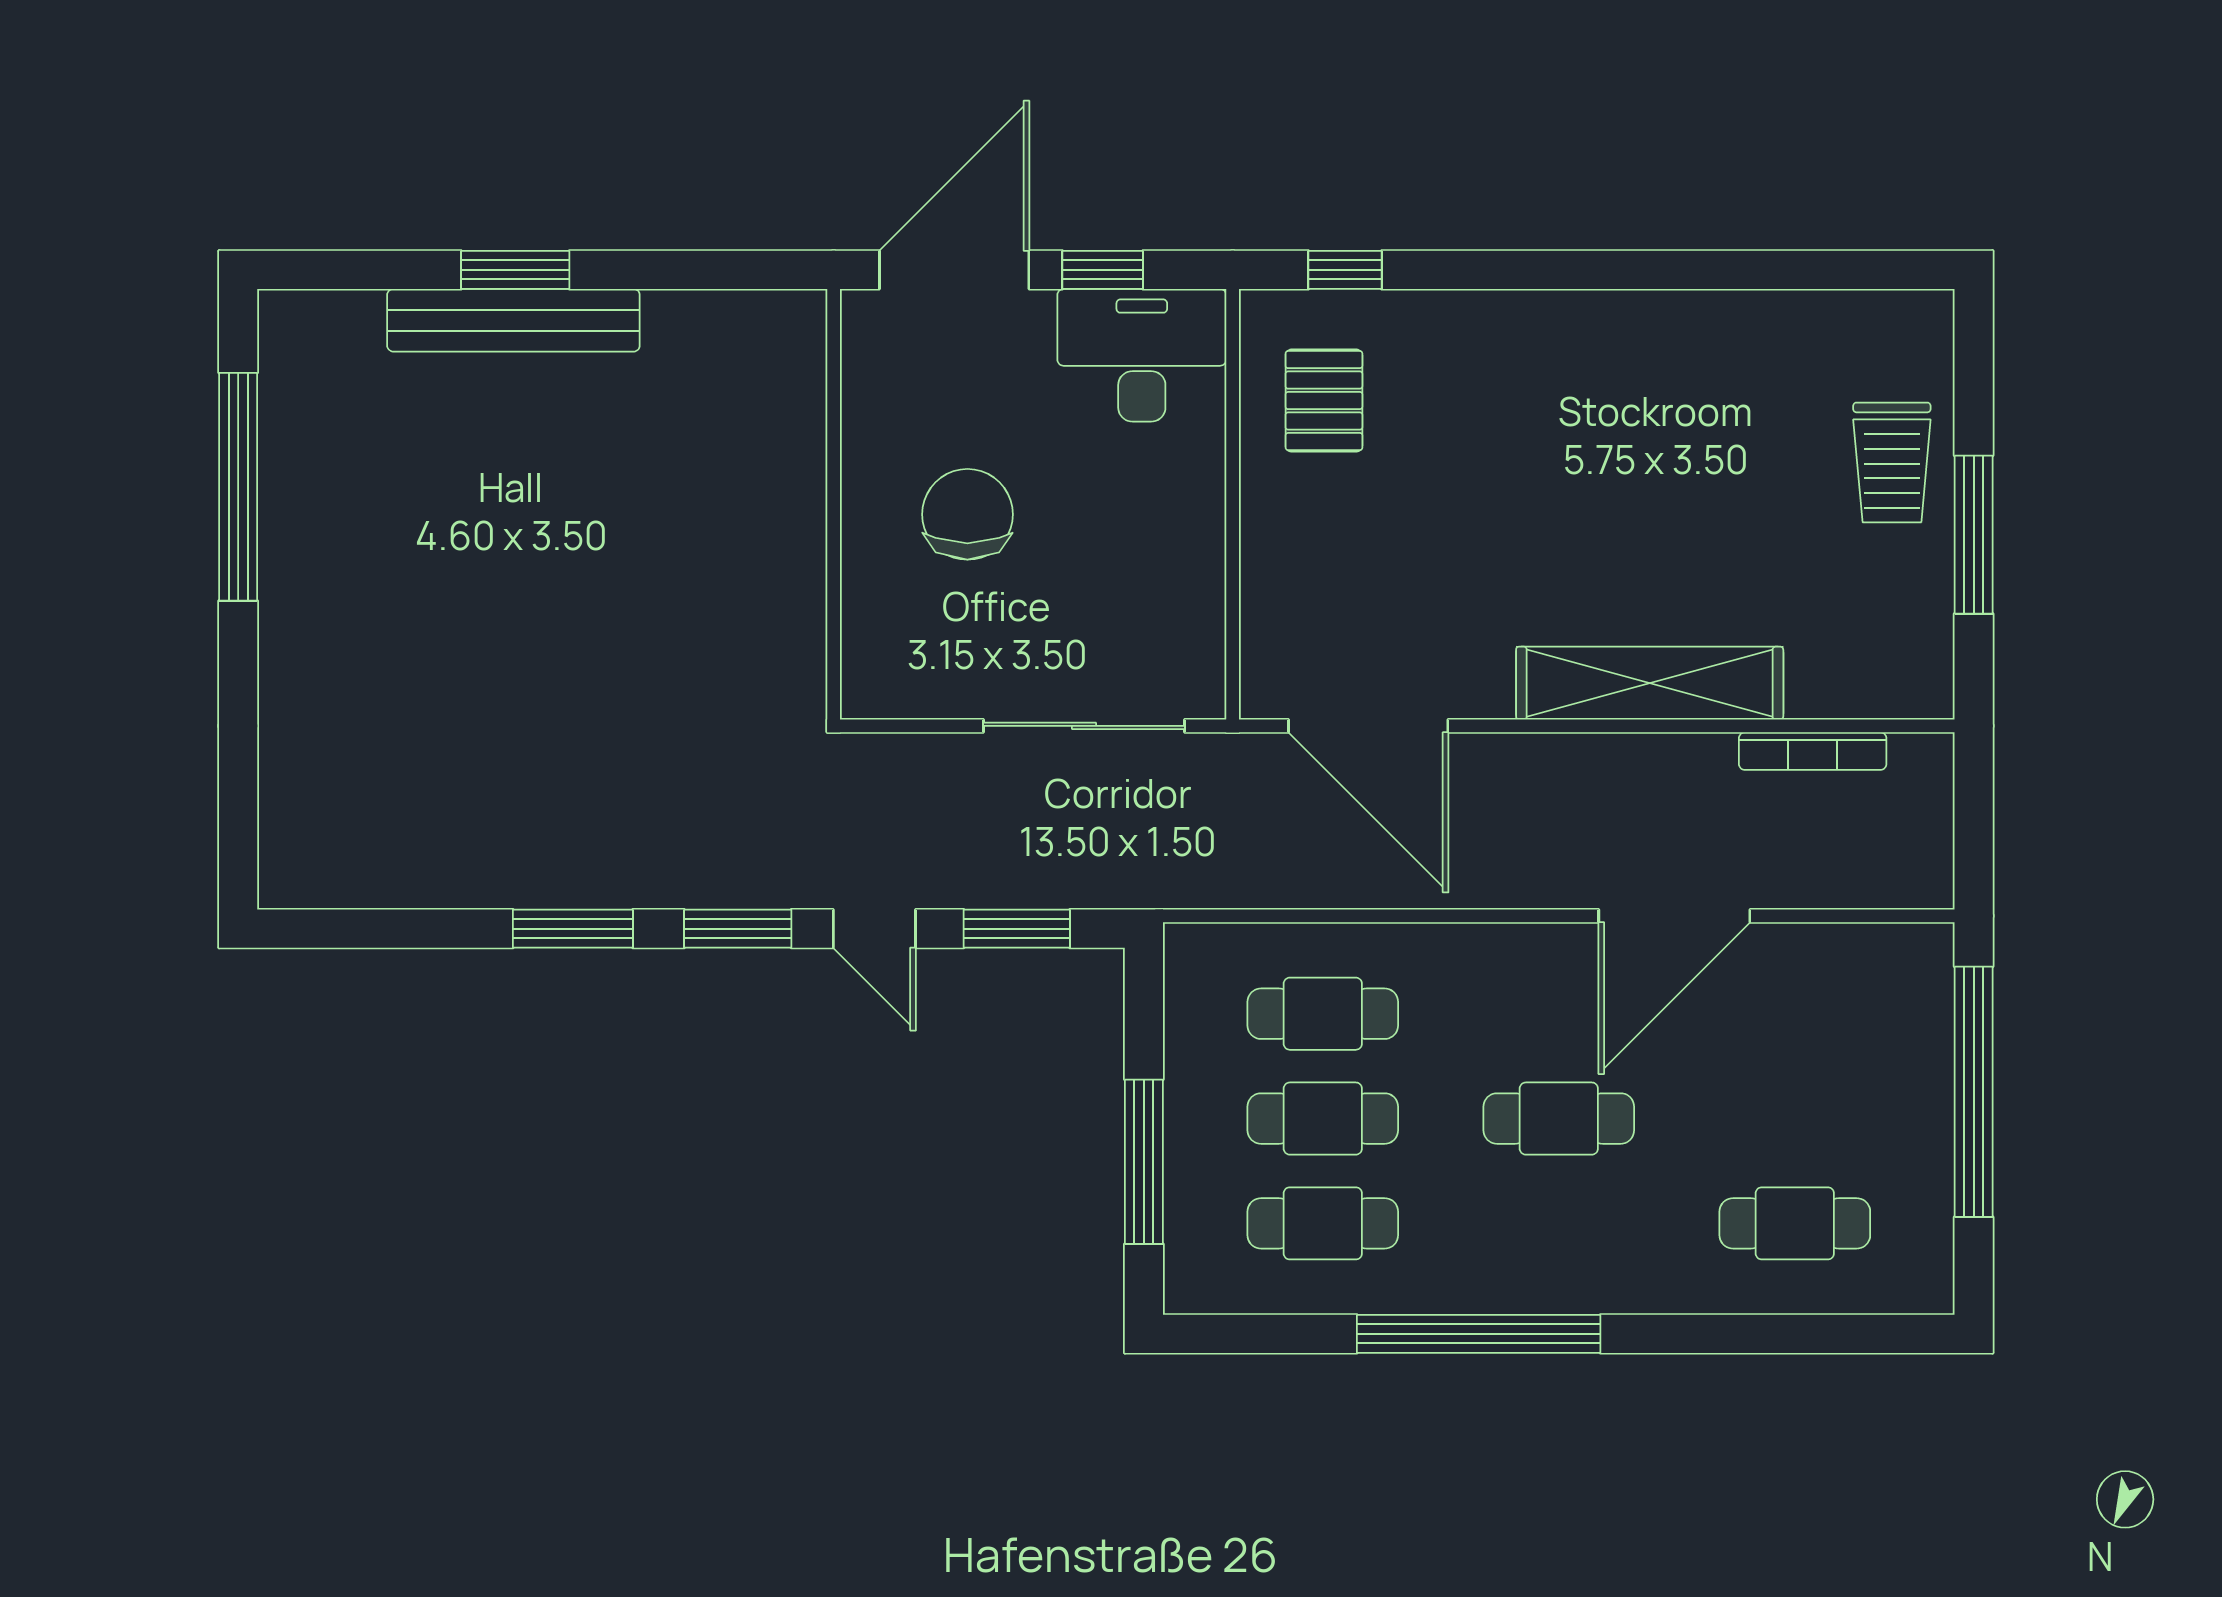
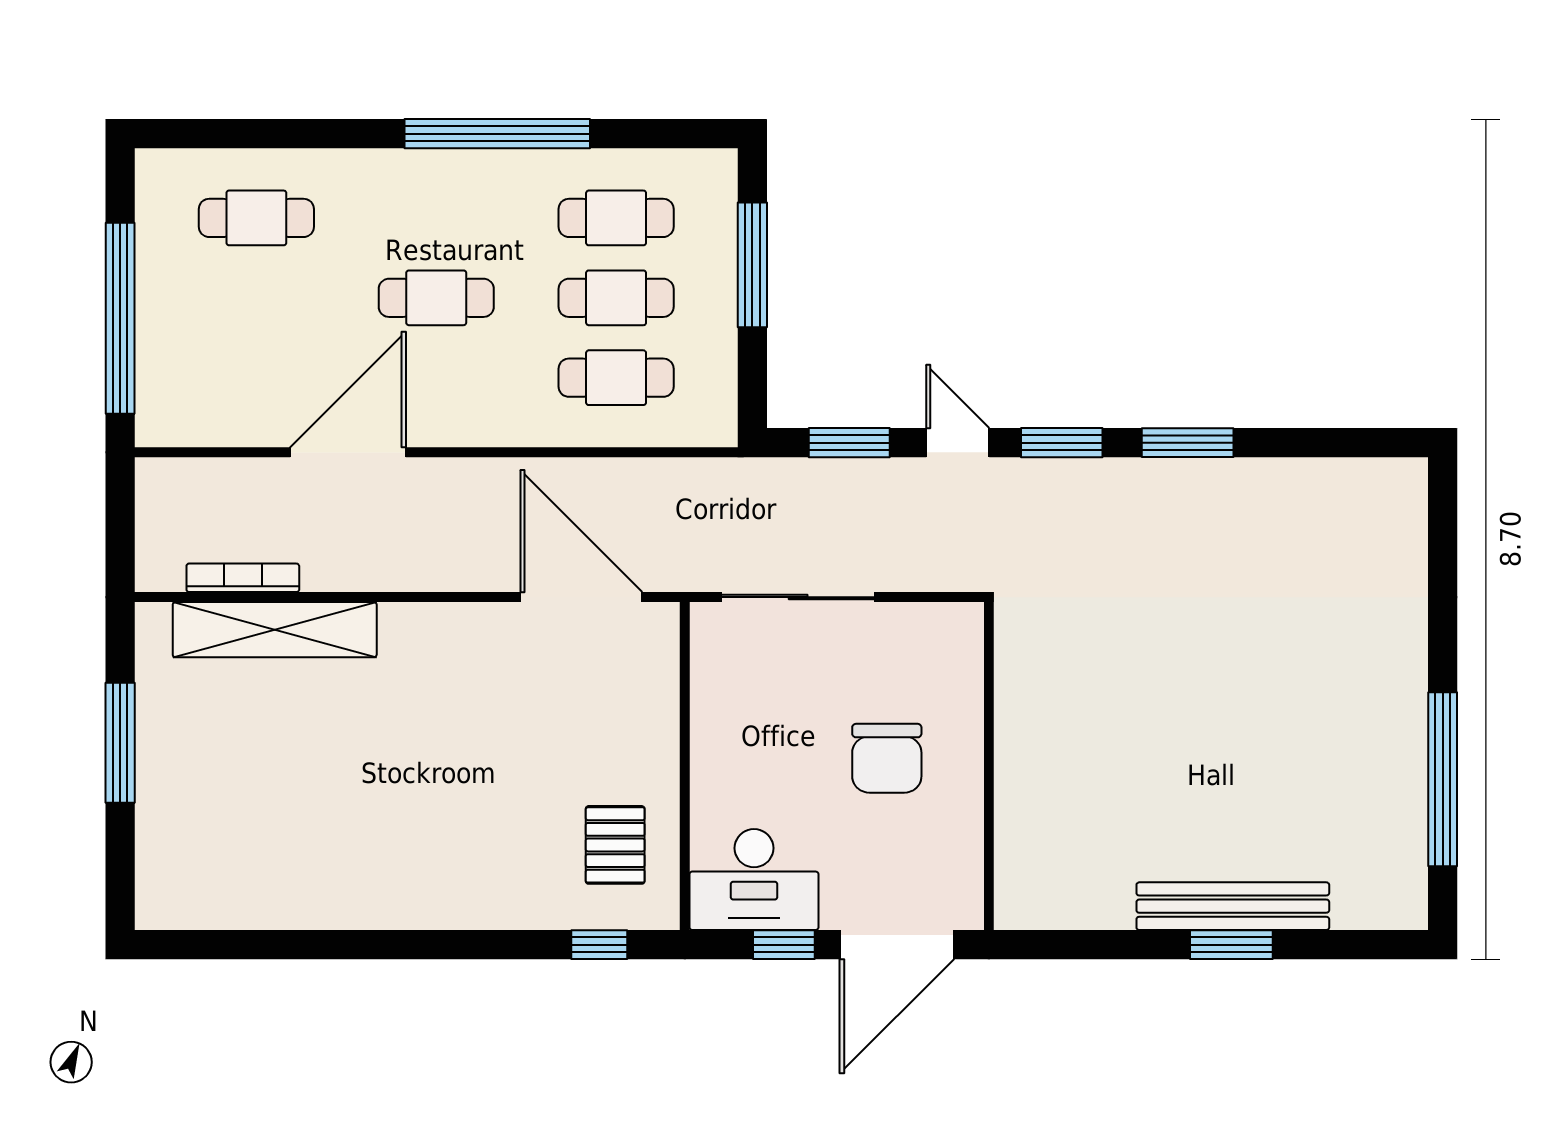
trolley: (1892, 462) -> (182, 798), removed
shelving: (1650, 683) -> (275, 630), moved

